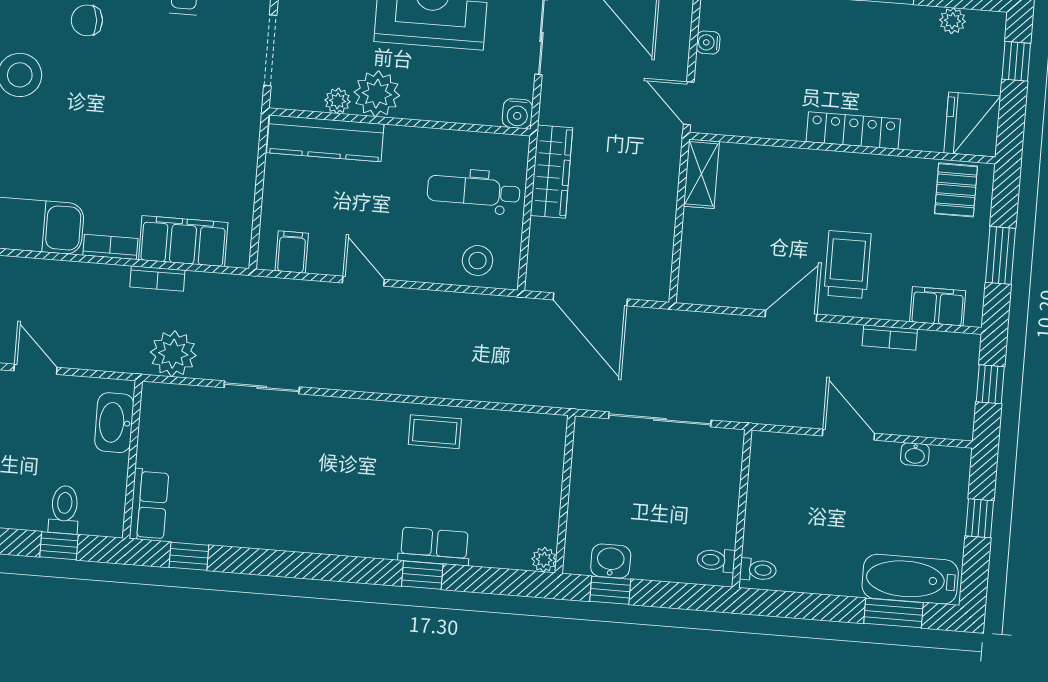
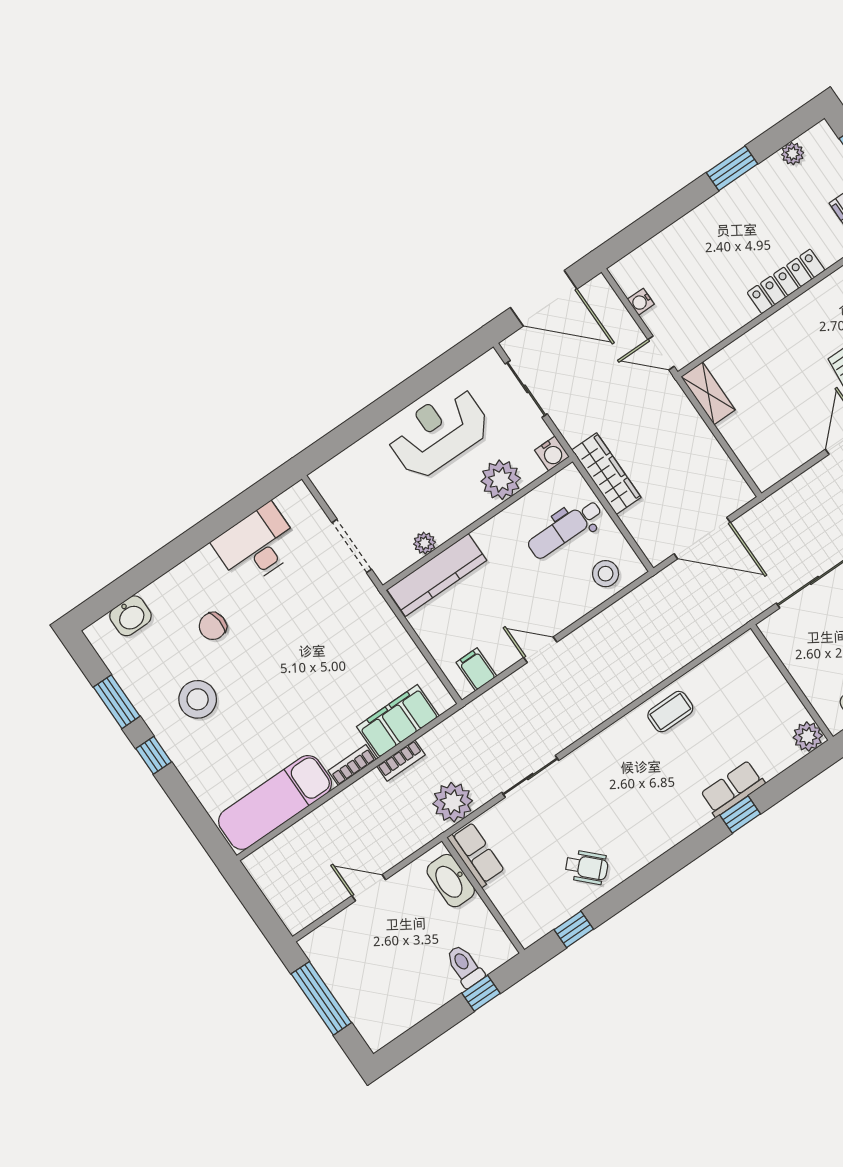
plant: (377, 94) -> (501, 480), moved
row of seats: (149, 505) -> (476, 854), moved
wheelchair: (246, 510) -> (587, 867), added
plant: (544, 560) -> (808, 737), width x1.38, depth x1.38

